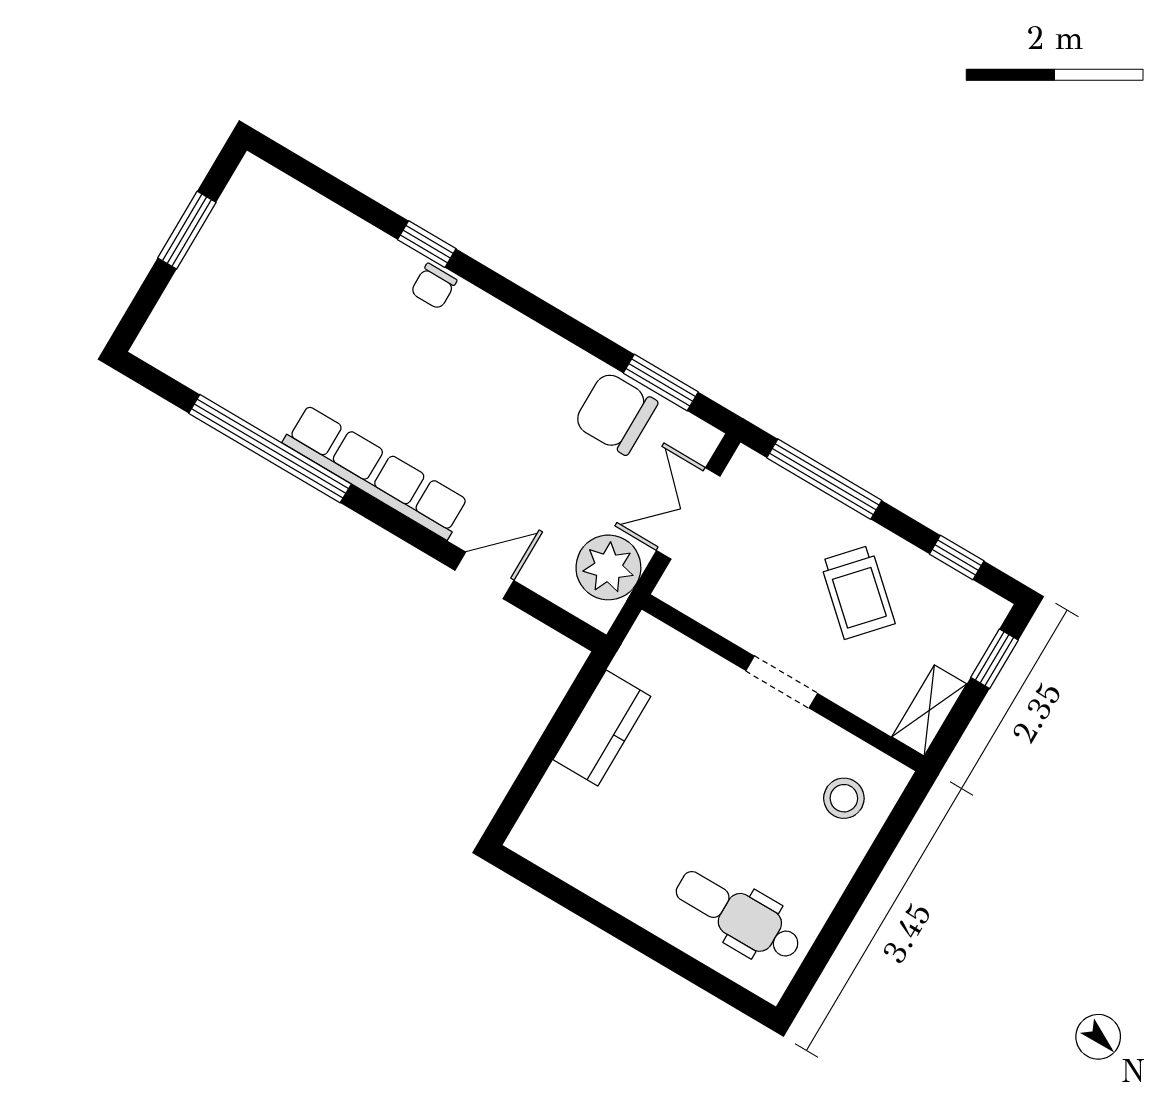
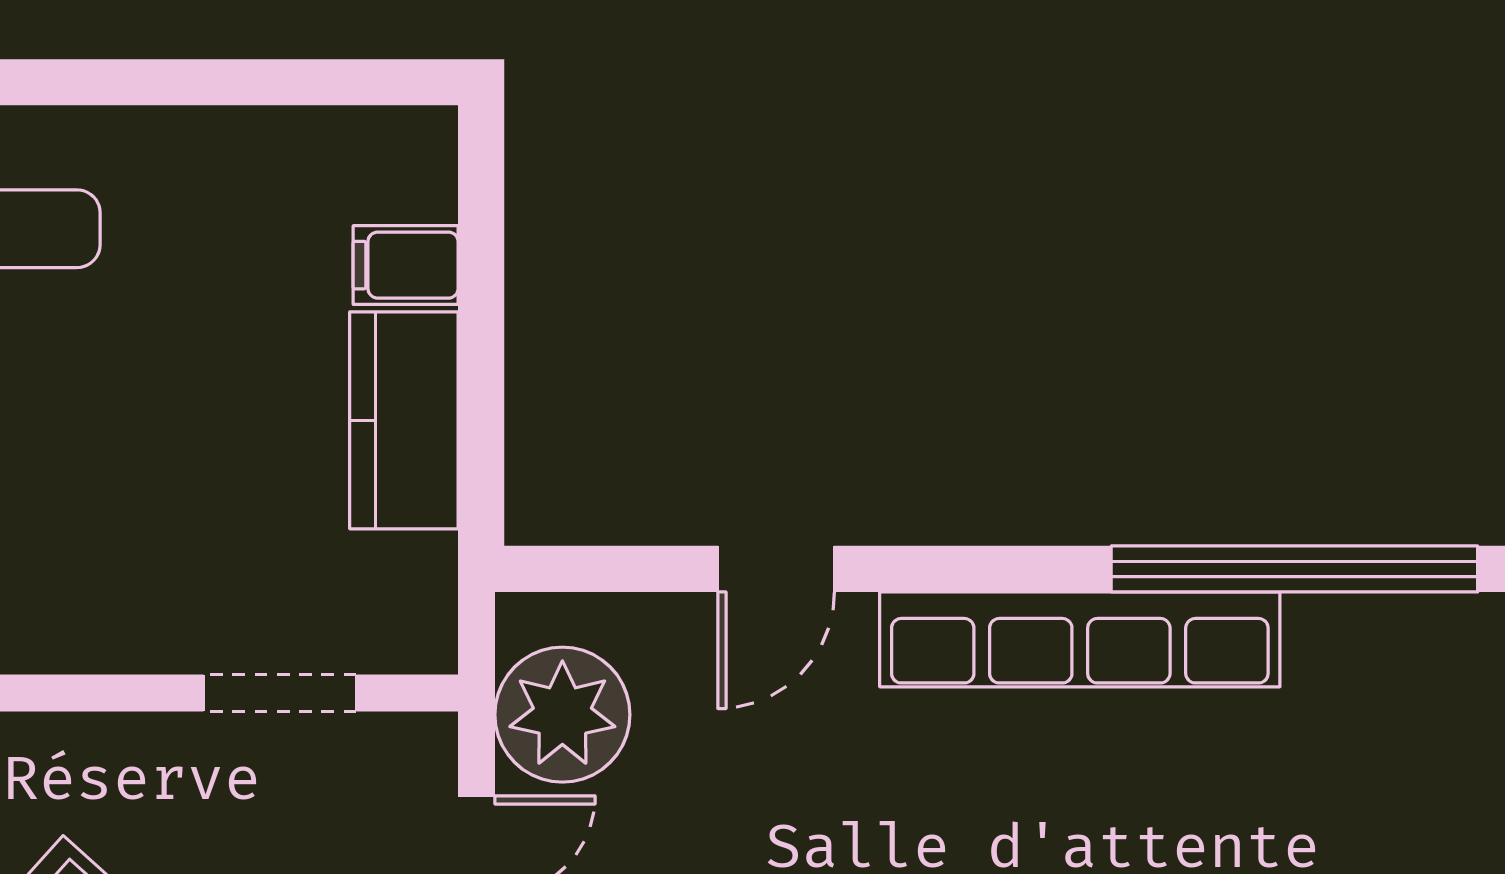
doorway: (782, 682) -> (280, 693), moved
filing cabinet: (563, 792) -> (406, 265), added

